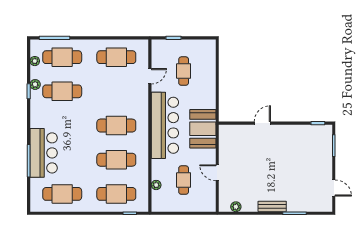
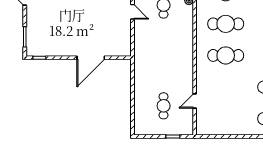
cafe table: (116, 57) -> (226, 119), removed
door: (262, 123) -> (91, 58), width x1.87
bar counter: (165, 125) -> (181, 56), removed
booth: (203, 129) -> (146, 52), removed

